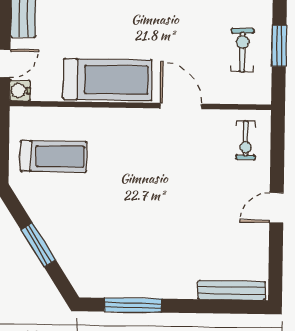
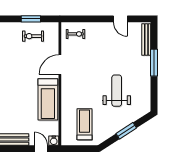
treadmill: (108, 80) -> (48, 99), turned 180
door: (277, 208) -> (120, 19), moved
weight bench: (124, 226) -> (117, 91), added
window: (133, 305) -> (154, 63), moved

